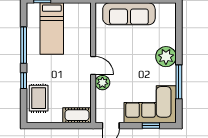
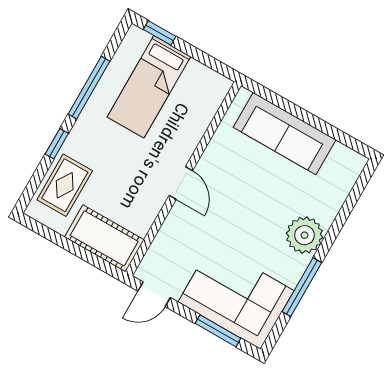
plant: (102, 83) -> (180, 219), removed
cot: (77, 115) -> (104, 238), width x1.37, depth x1.34
window: (151, 126) -> (218, 331), width x1.50

